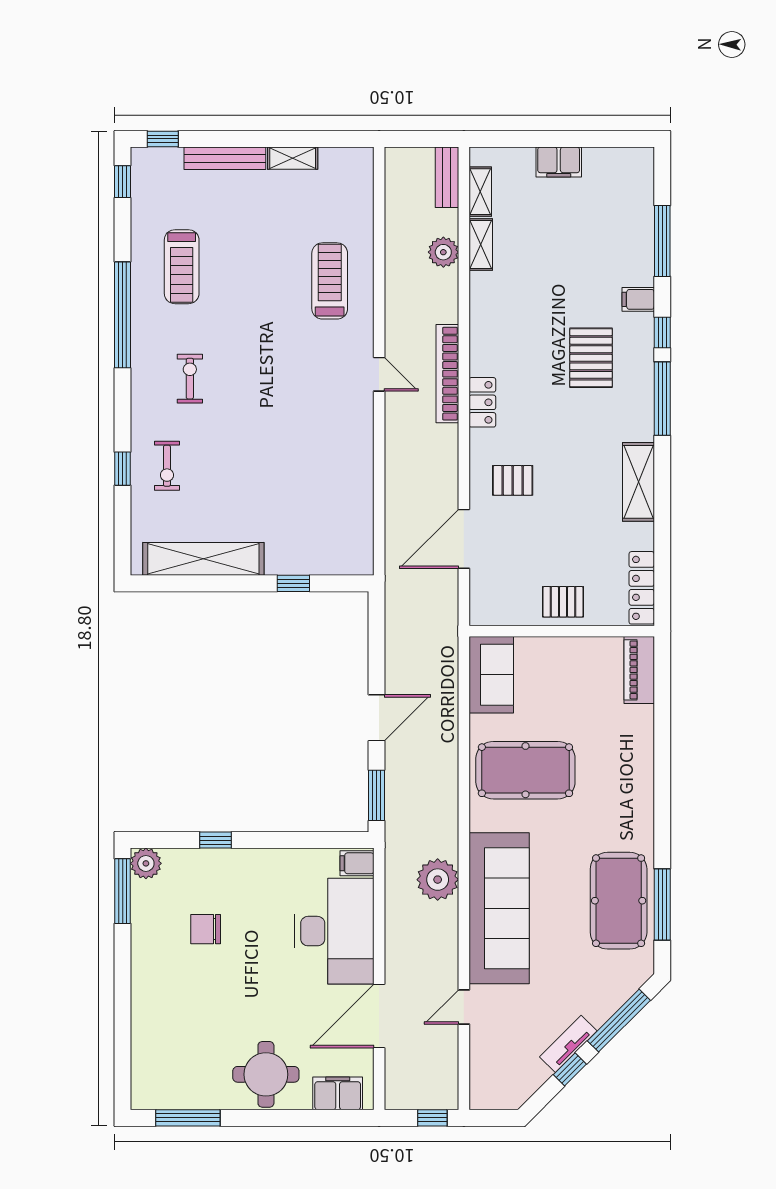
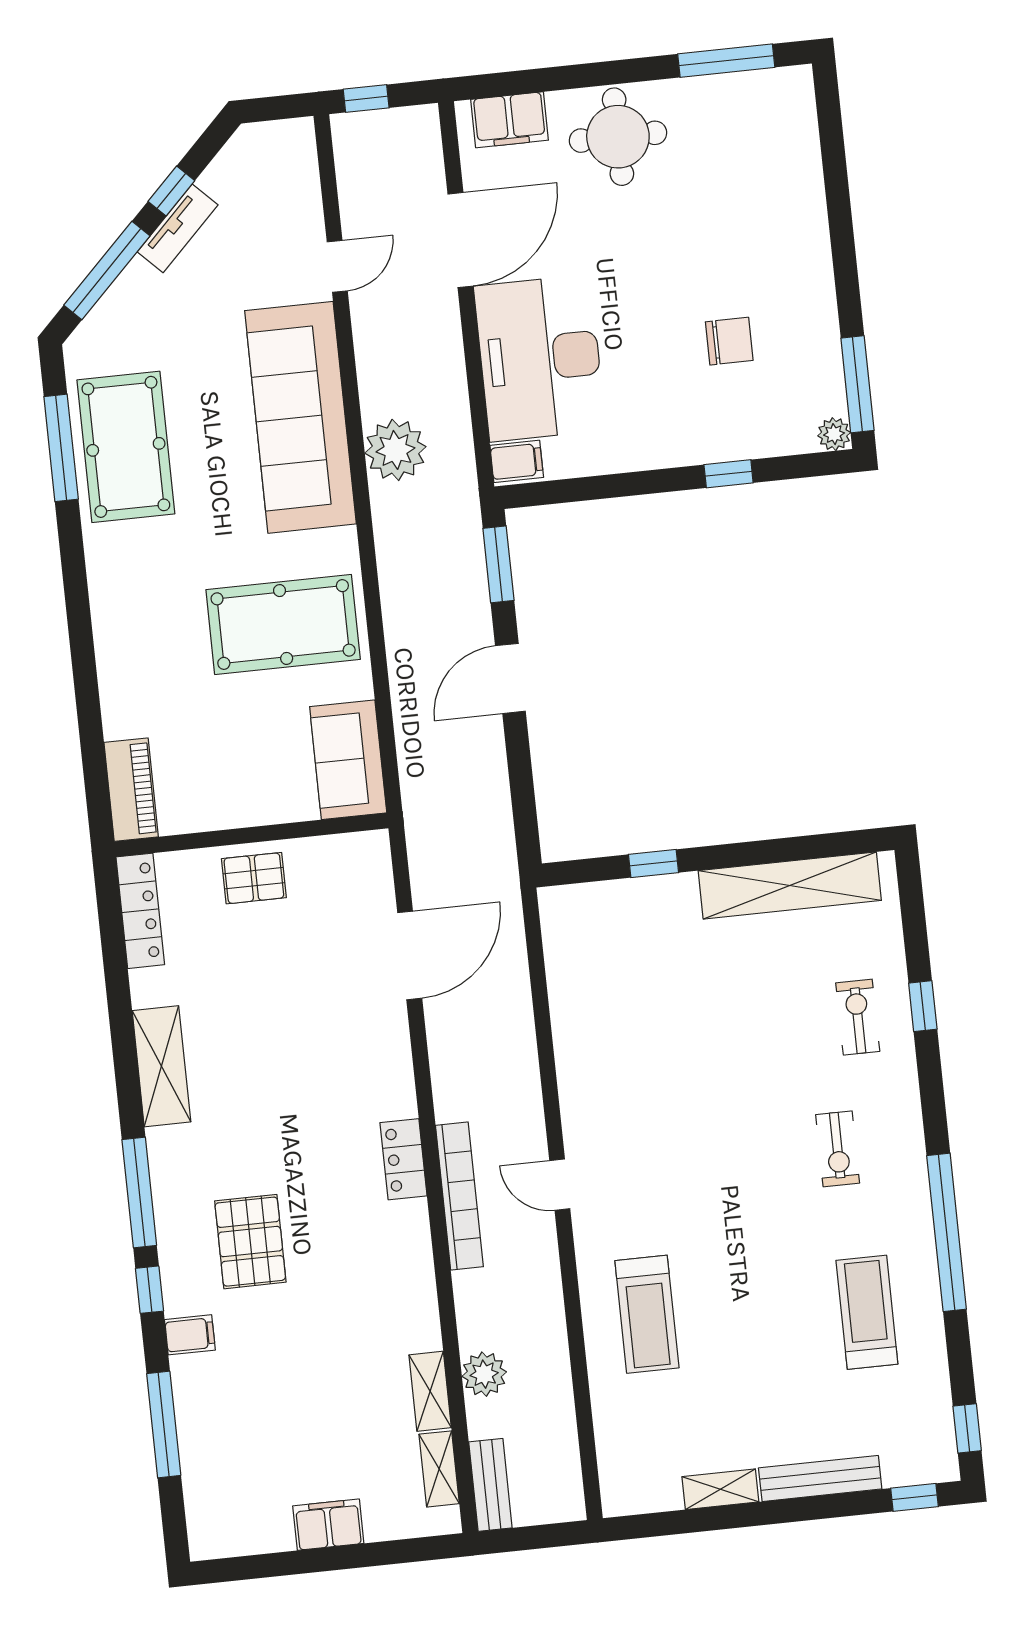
pallet: (513, 480) -> (347, 1049), removed
plant: (146, 863) -> (834, 434), width x0.73, depth x0.73

